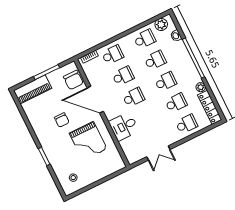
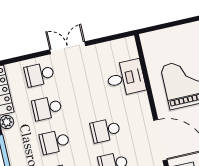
desk: (124, 126) -> (126, 78), moved
double door: (158, 153) -> (68, 48), moved

